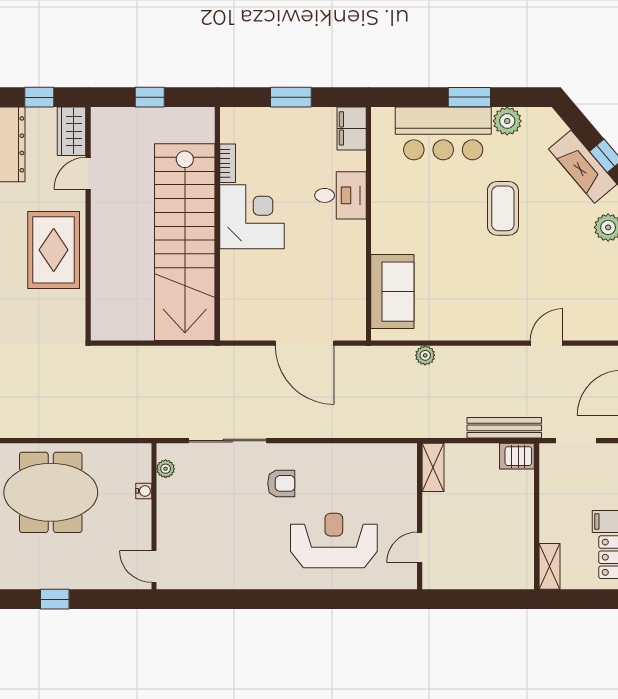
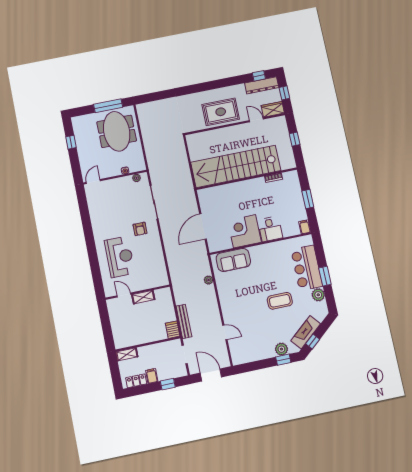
filing cabinet: (352, 128) -> (305, 227), width x0.50
corner desk: (252, 217) -> (245, 231), moved, turned 180
shelving: (433, 467) -> (143, 297), moved

